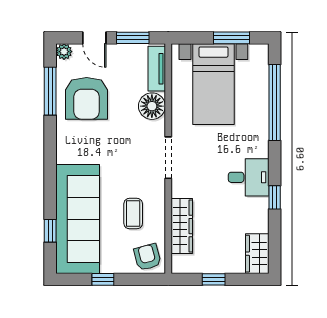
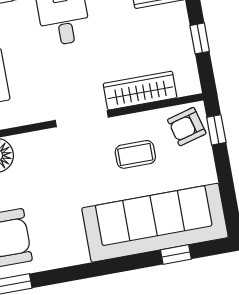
doorway: (168, 158) -> (82, 119), moved
window: (103, 279) -> (216, 130), moved

